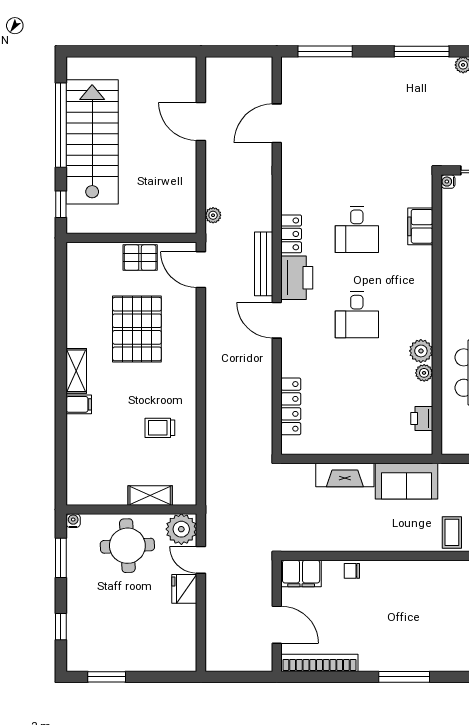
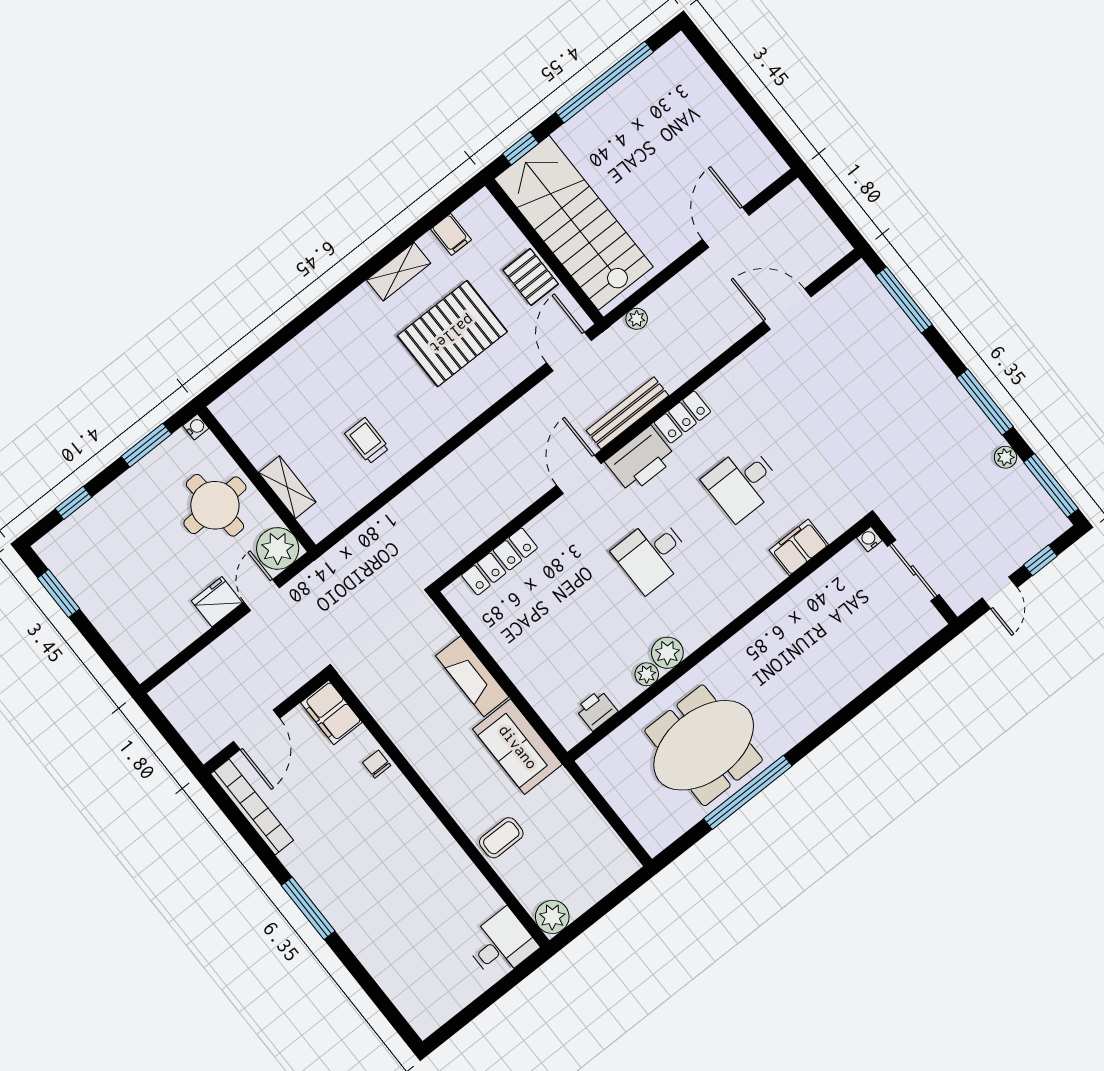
stairs: (92, 142) -> (574, 223), moved, turned -90
shelving: (76, 371) -> (399, 272), moved
filing cabinet: (79, 404) -> (451, 234), moved

